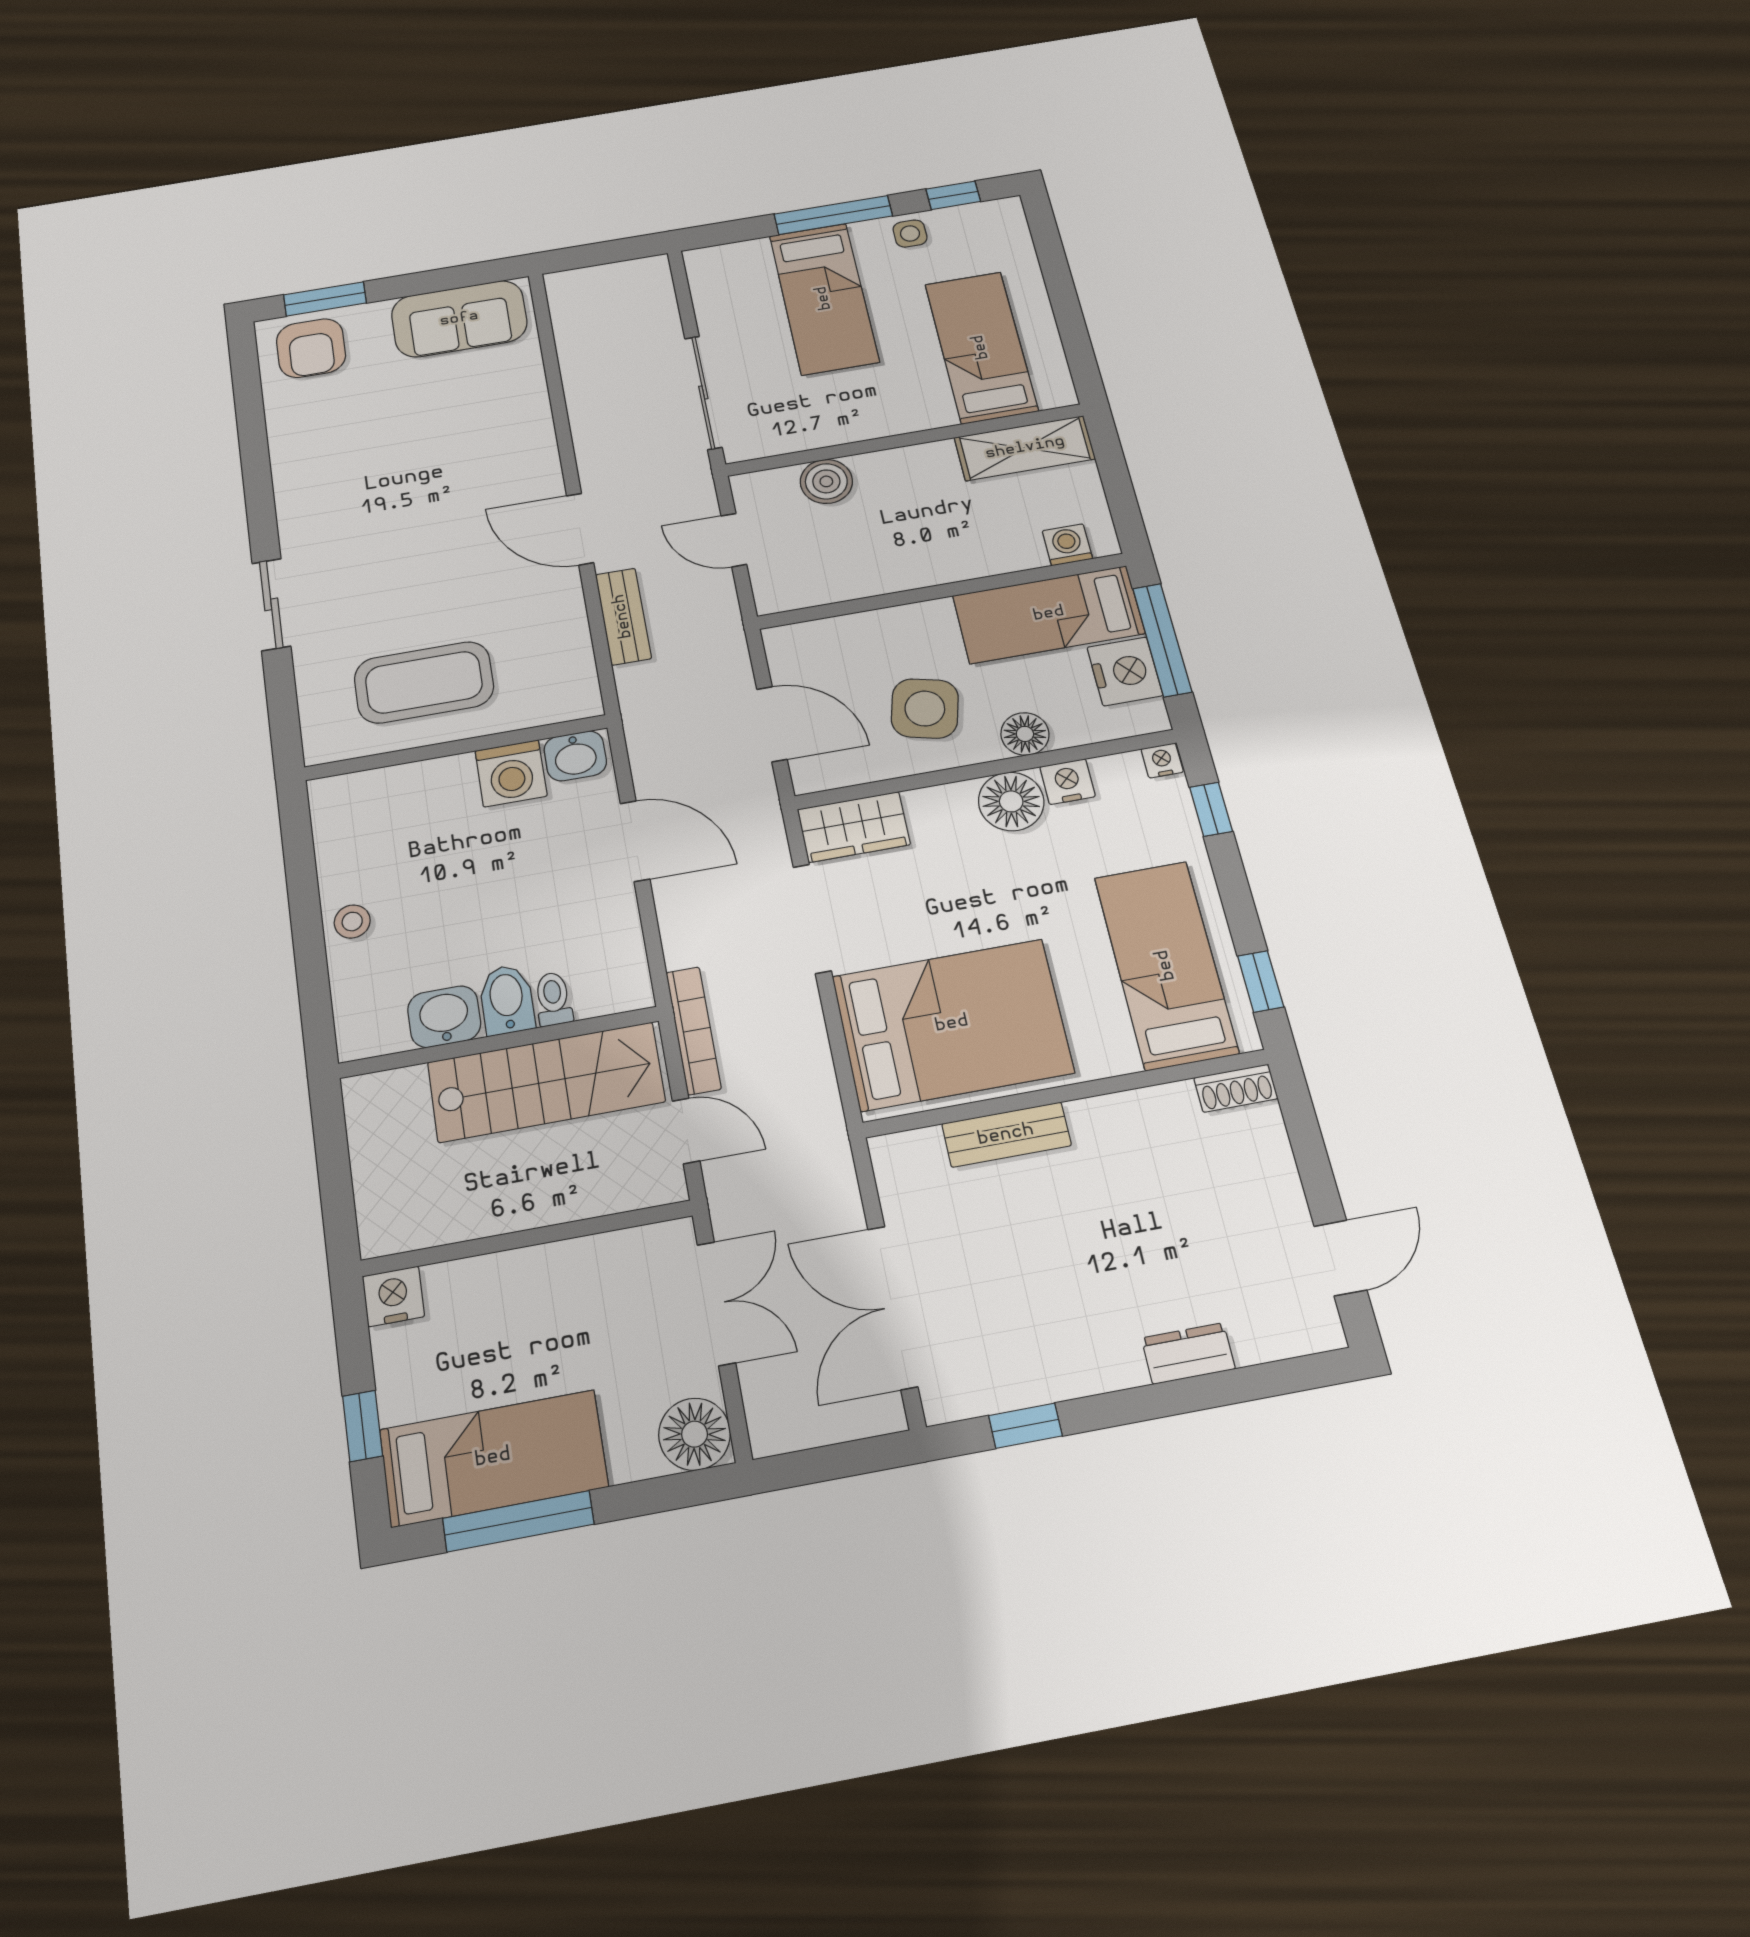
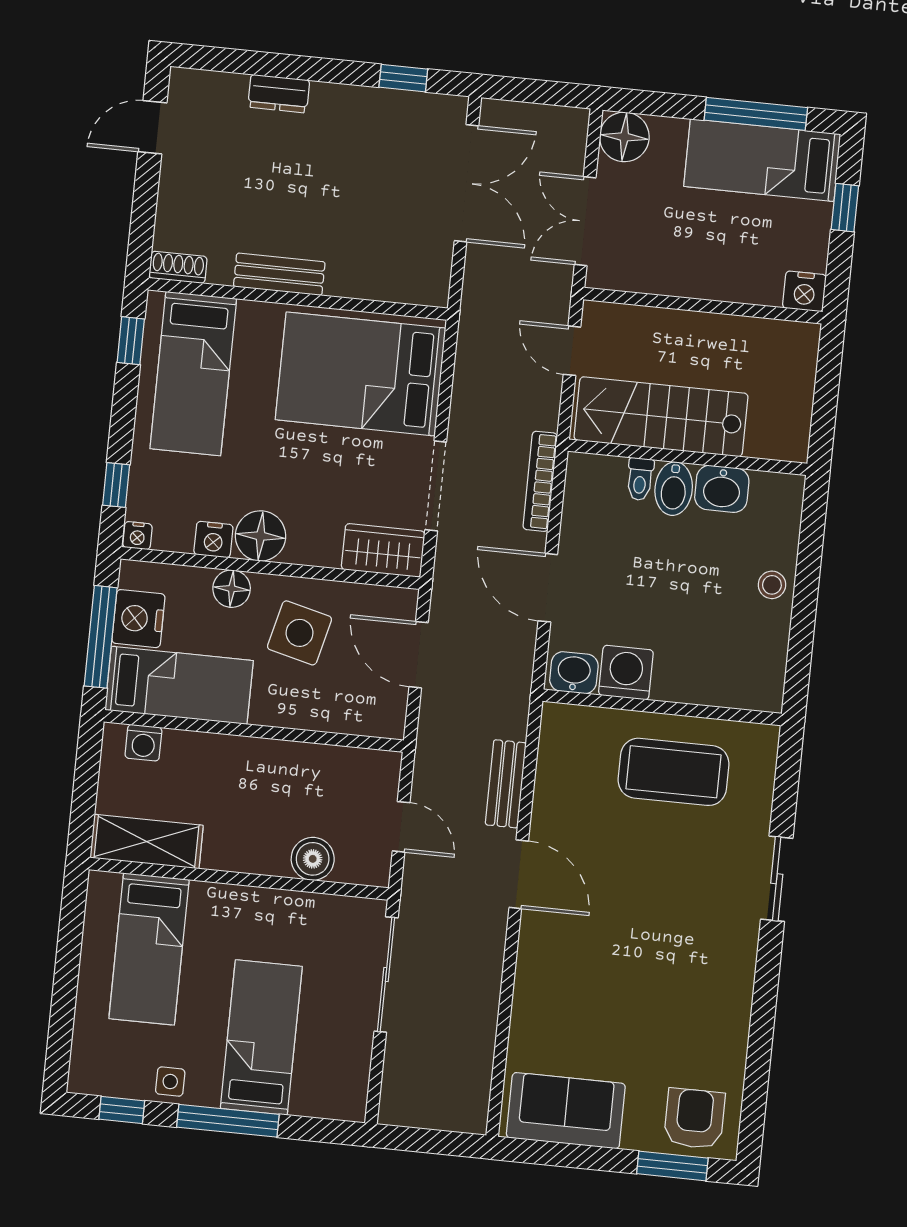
bookcase: (693, 1030) -> (540, 481), moved
bench: (1006, 1135) -> (279, 274), moved

